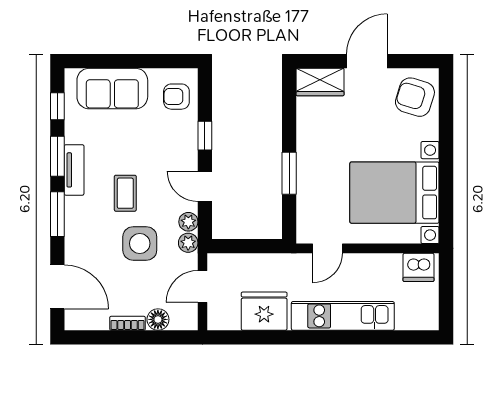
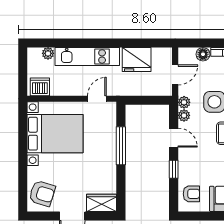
window: (289, 173) -> (121, 146), width x1.44
plant: (406, 321) -> (48, 53), added

